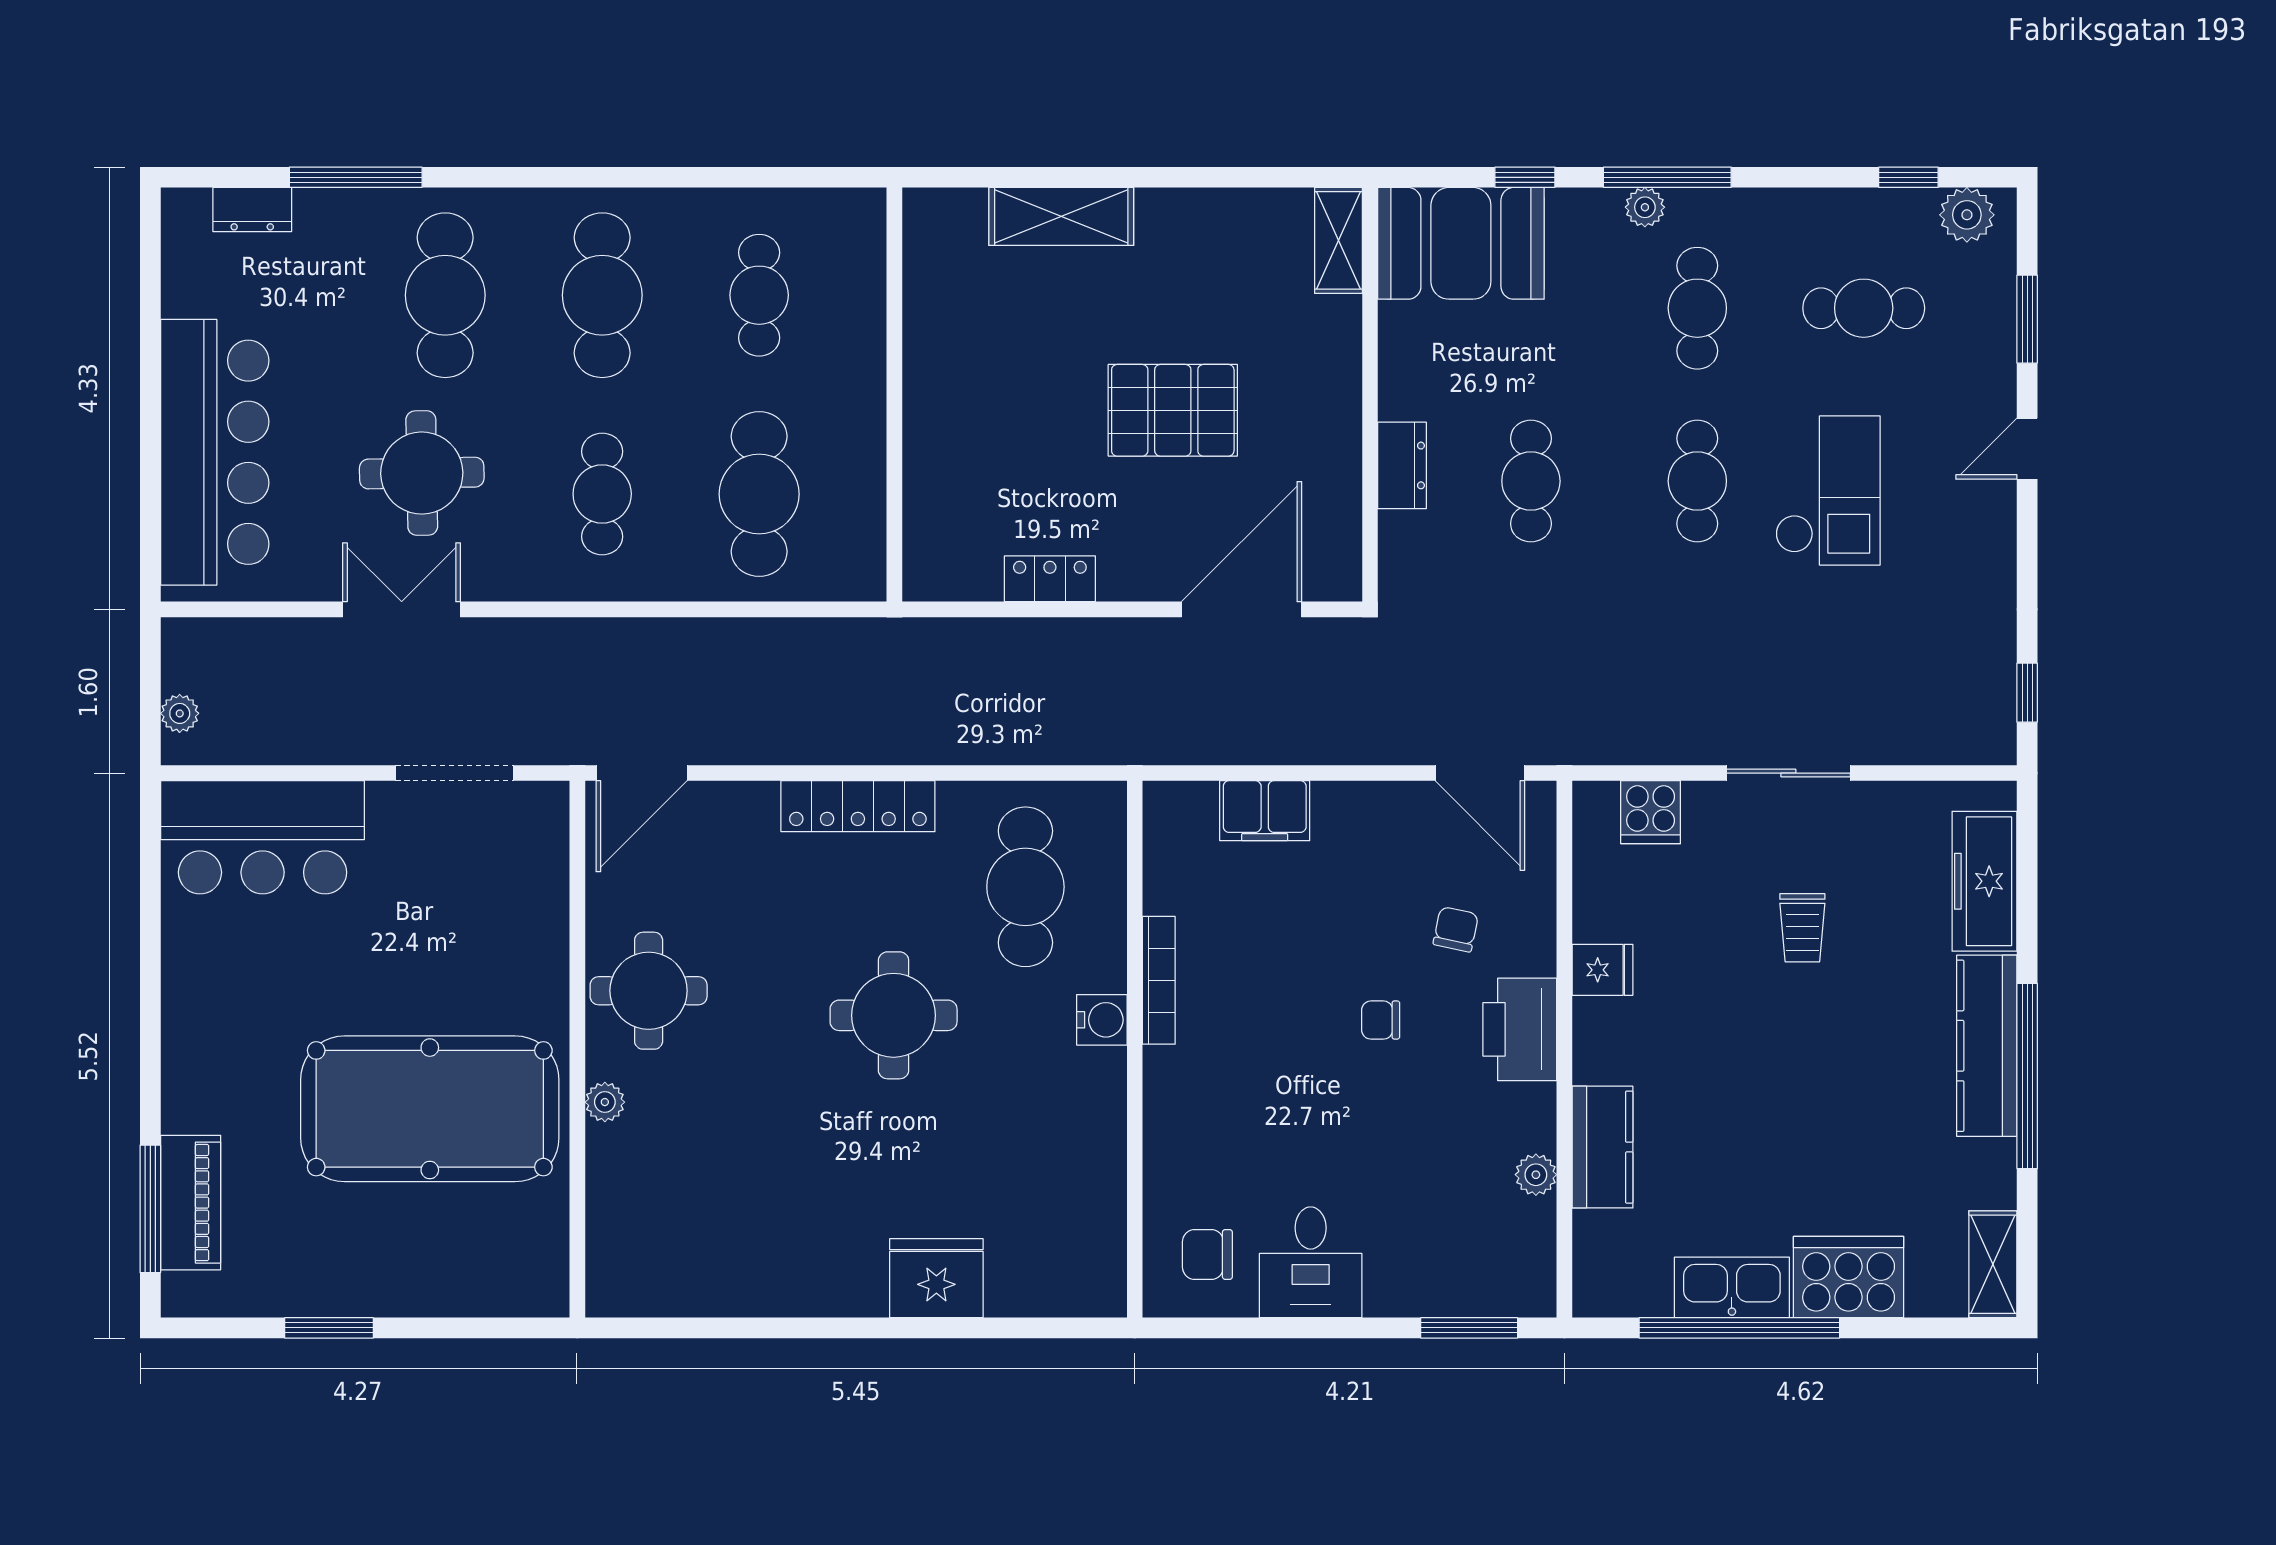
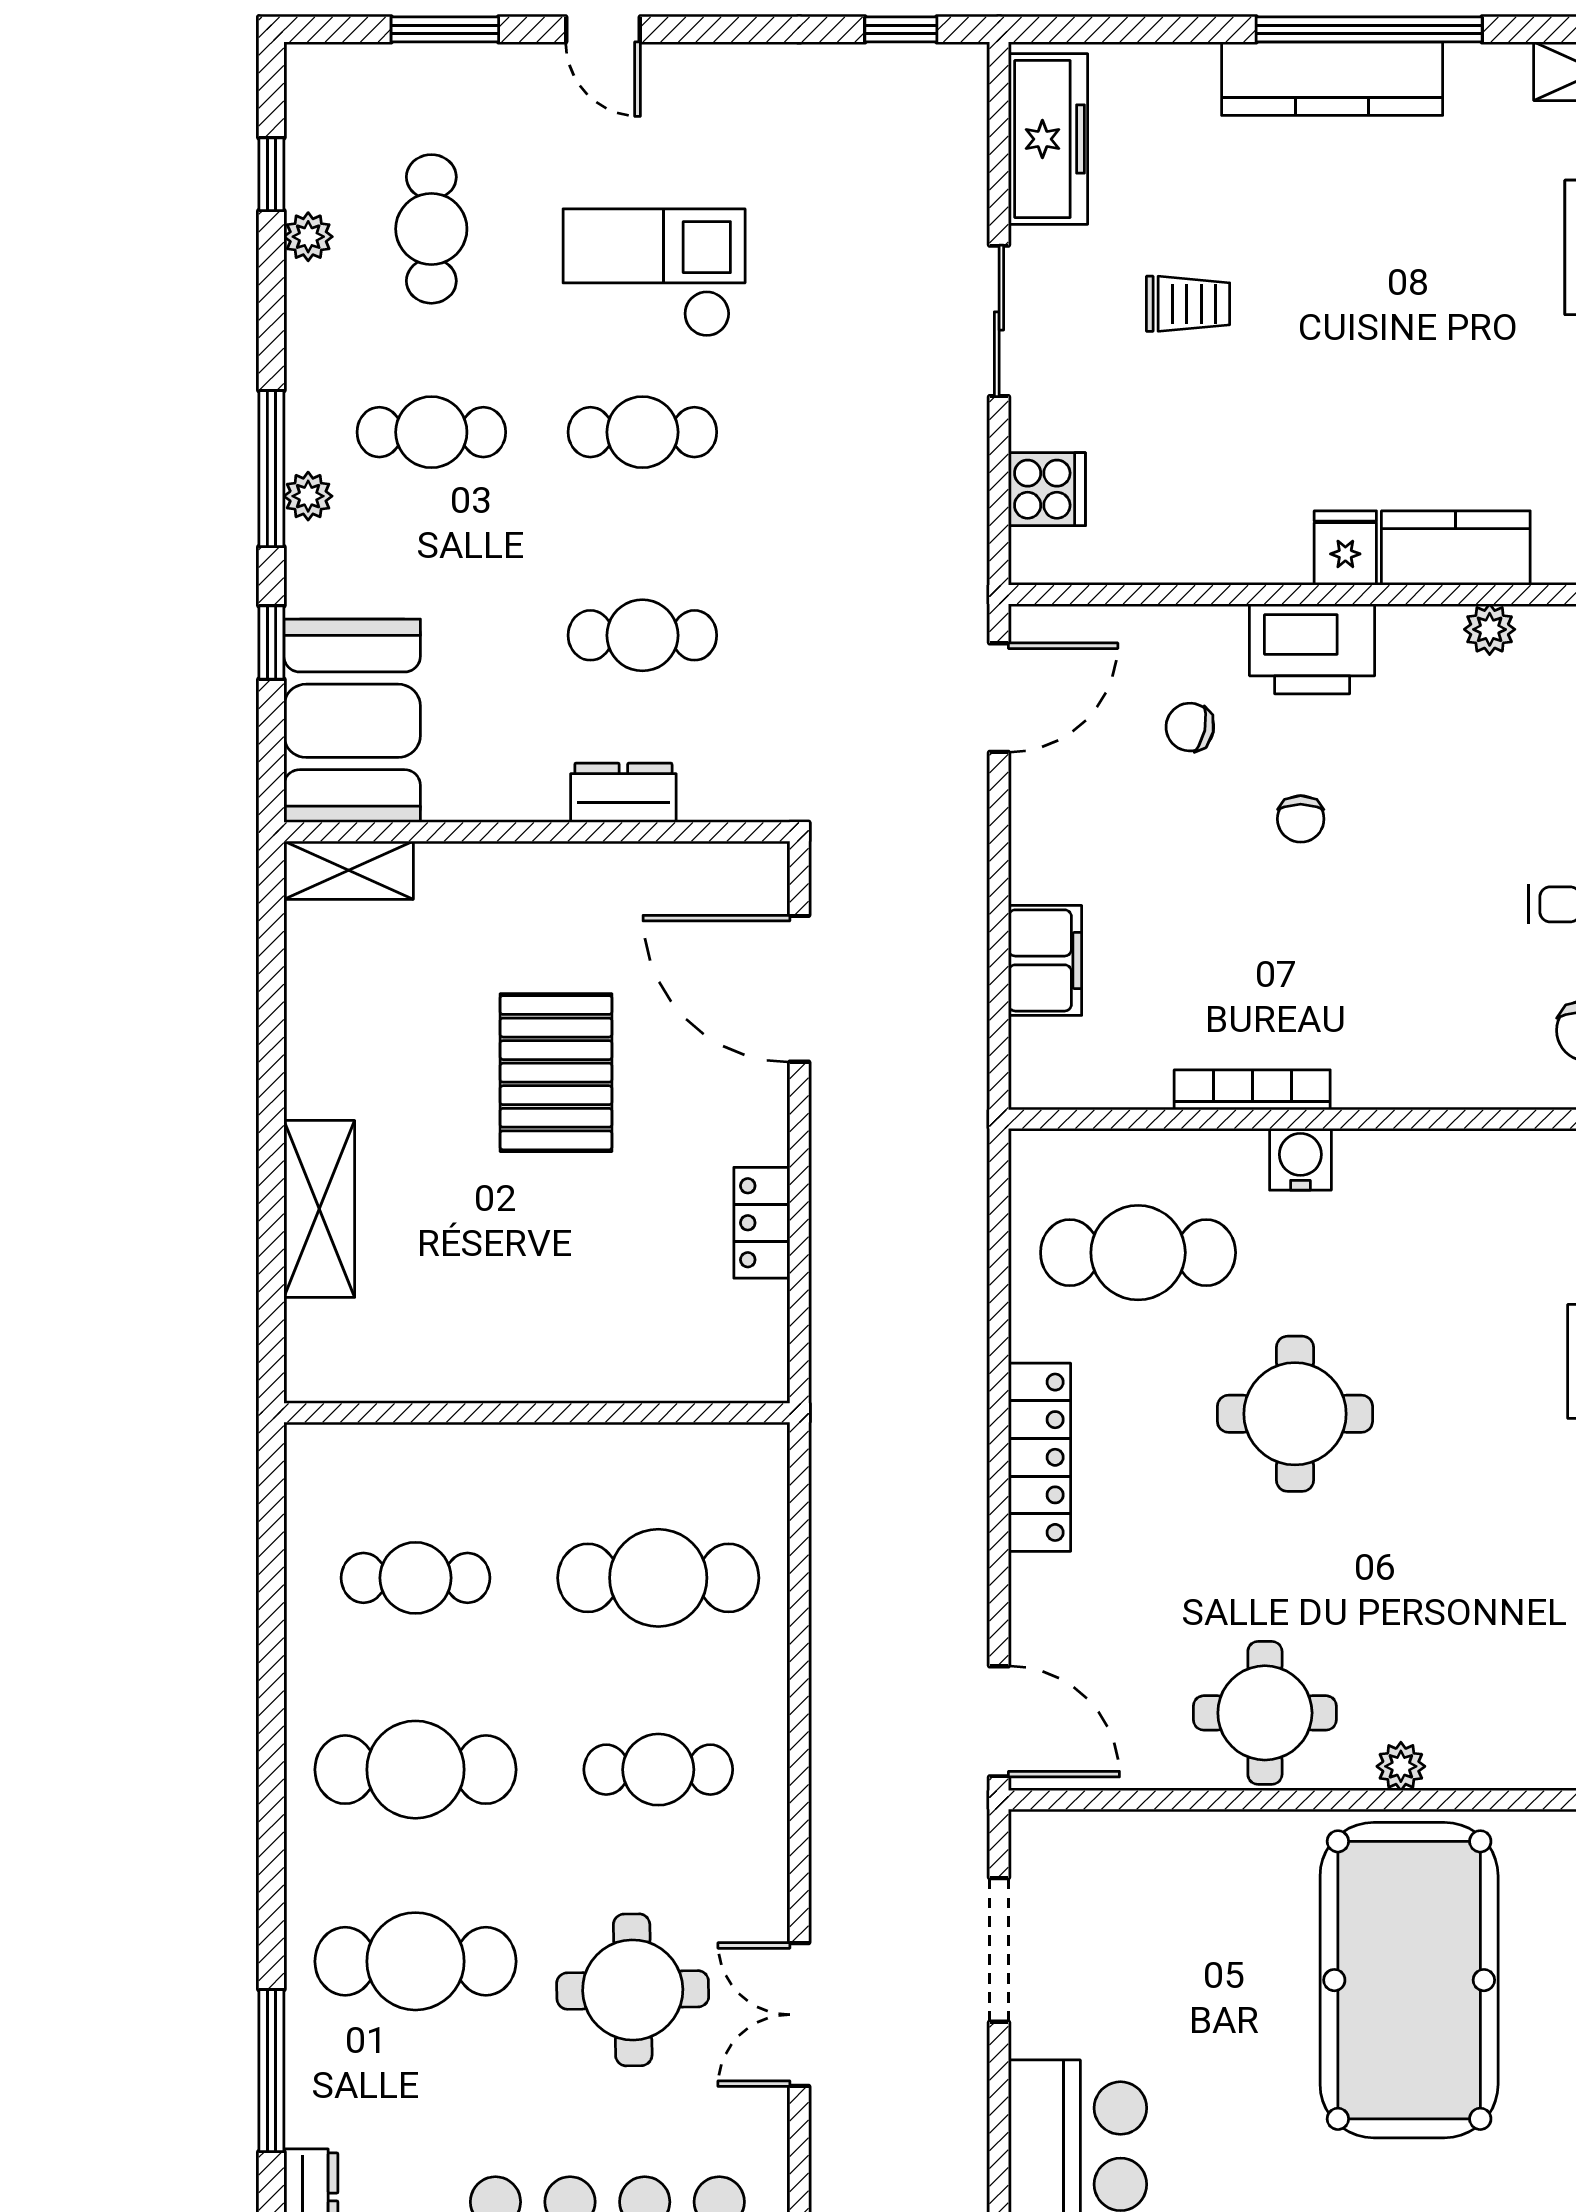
plant: (1967, 215) -> (308, 237), moved, width x0.73, depth x0.73
freezer: (1984, 881) -> (1048, 139), moved, turned -90
fridge: (1602, 970) -> (1345, 548), moved

